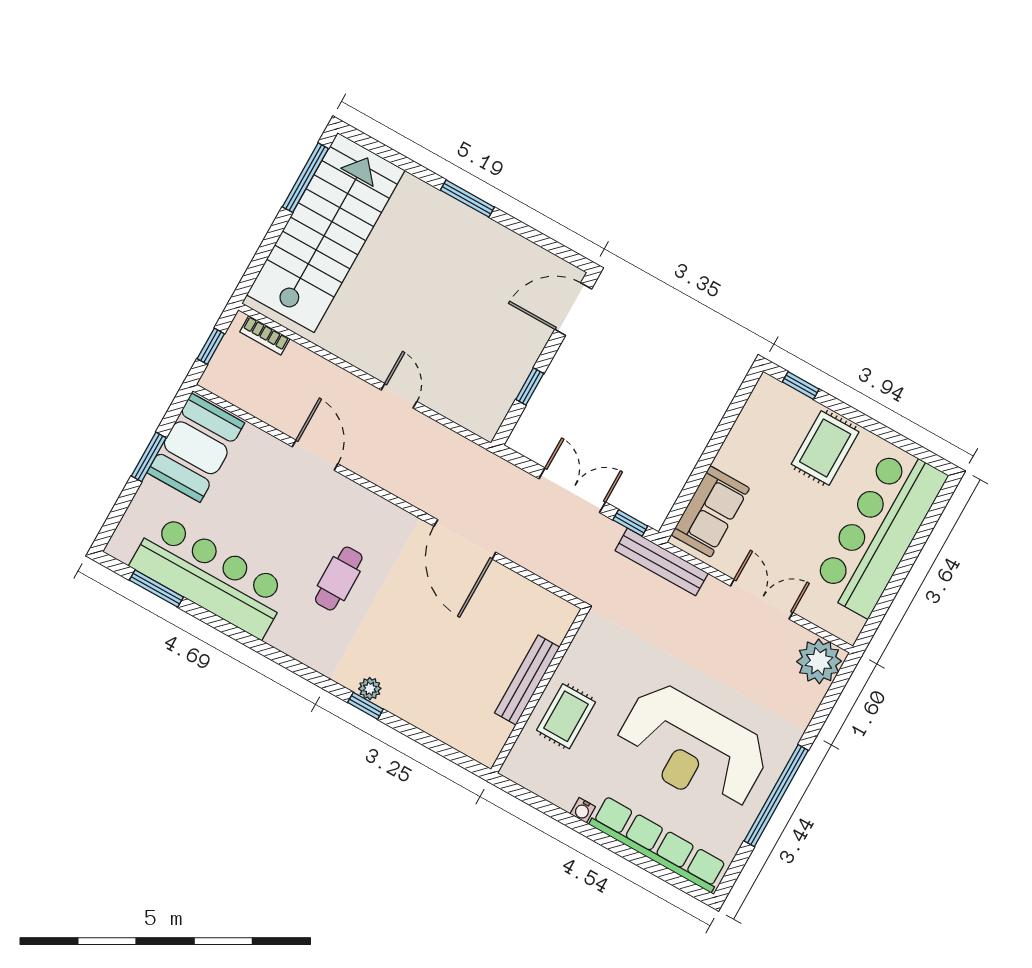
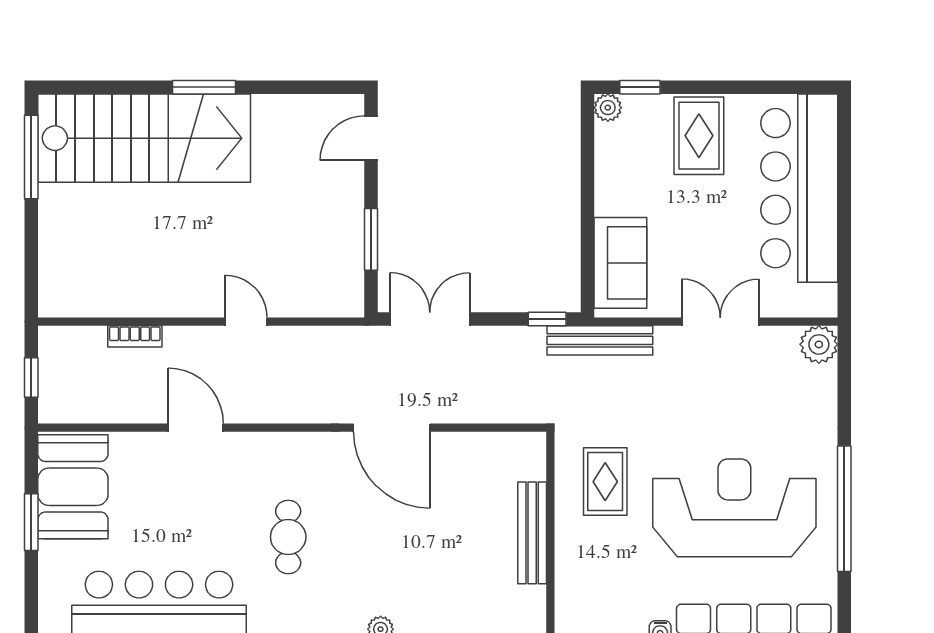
stairs: (326, 233) -> (144, 138), moved, turned 90
door: (573, 309) -> (371, 138), width x0.73
bookcase: (265, 335) -> (135, 336), moved
window: (530, 387) -> (371, 239), width x1.50
plant: (767, 387) -> (608, 108), added
double door: (572, 490) -> (430, 319), moved
plant: (819, 661) -> (819, 344), width x0.73, depth x0.73
rug: (566, 716) -> (605, 482), moved
reception desk: (693, 748) -> (734, 508), turned 180

